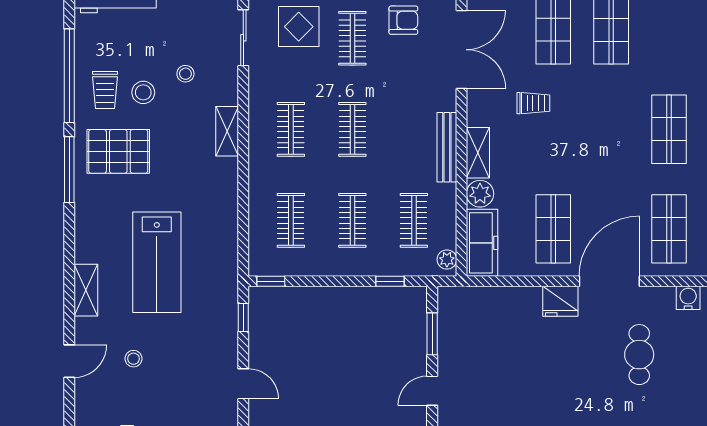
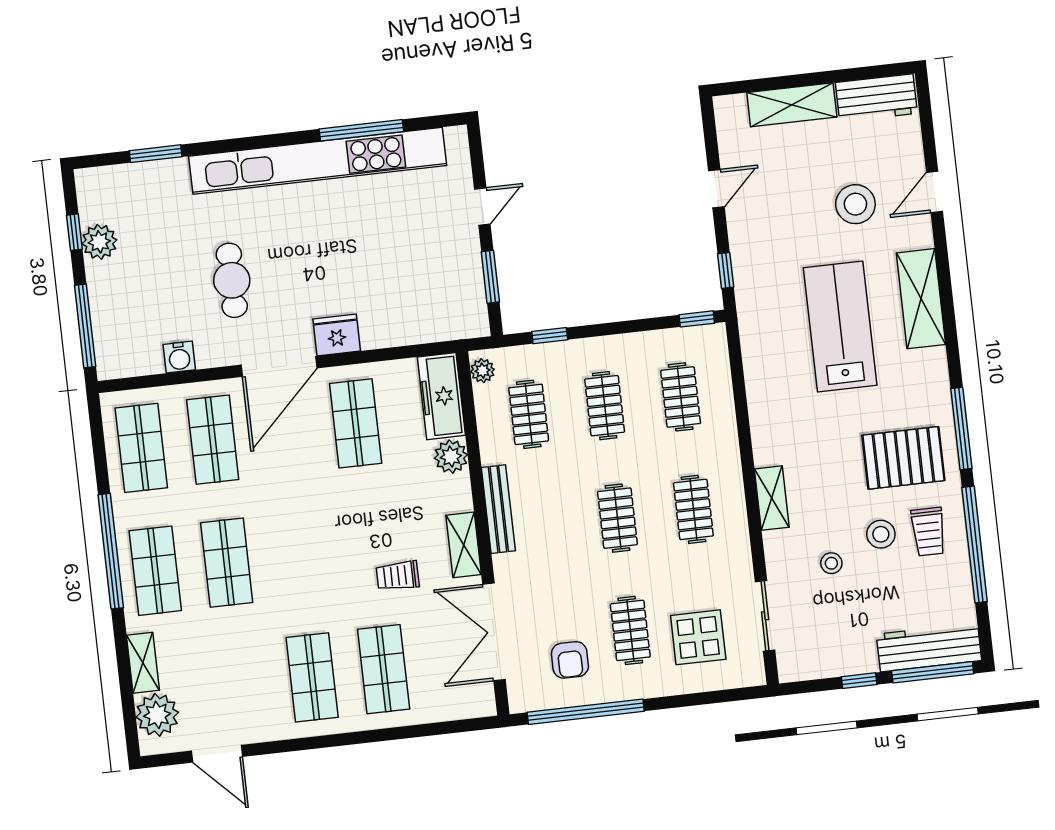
armchair: (403, 20) -> (570, 660), turned -90
trolley: (105, 90) -> (928, 532), turned 180
shelving: (478, 153) -> (464, 545), moved
shelving: (86, 290) -> (921, 299), width x1.50, depth x1.33
stool: (133, 359) -> (855, 204), width x1.89, depth x1.89
door: (243, 384) -> (716, 189), swing flipped

